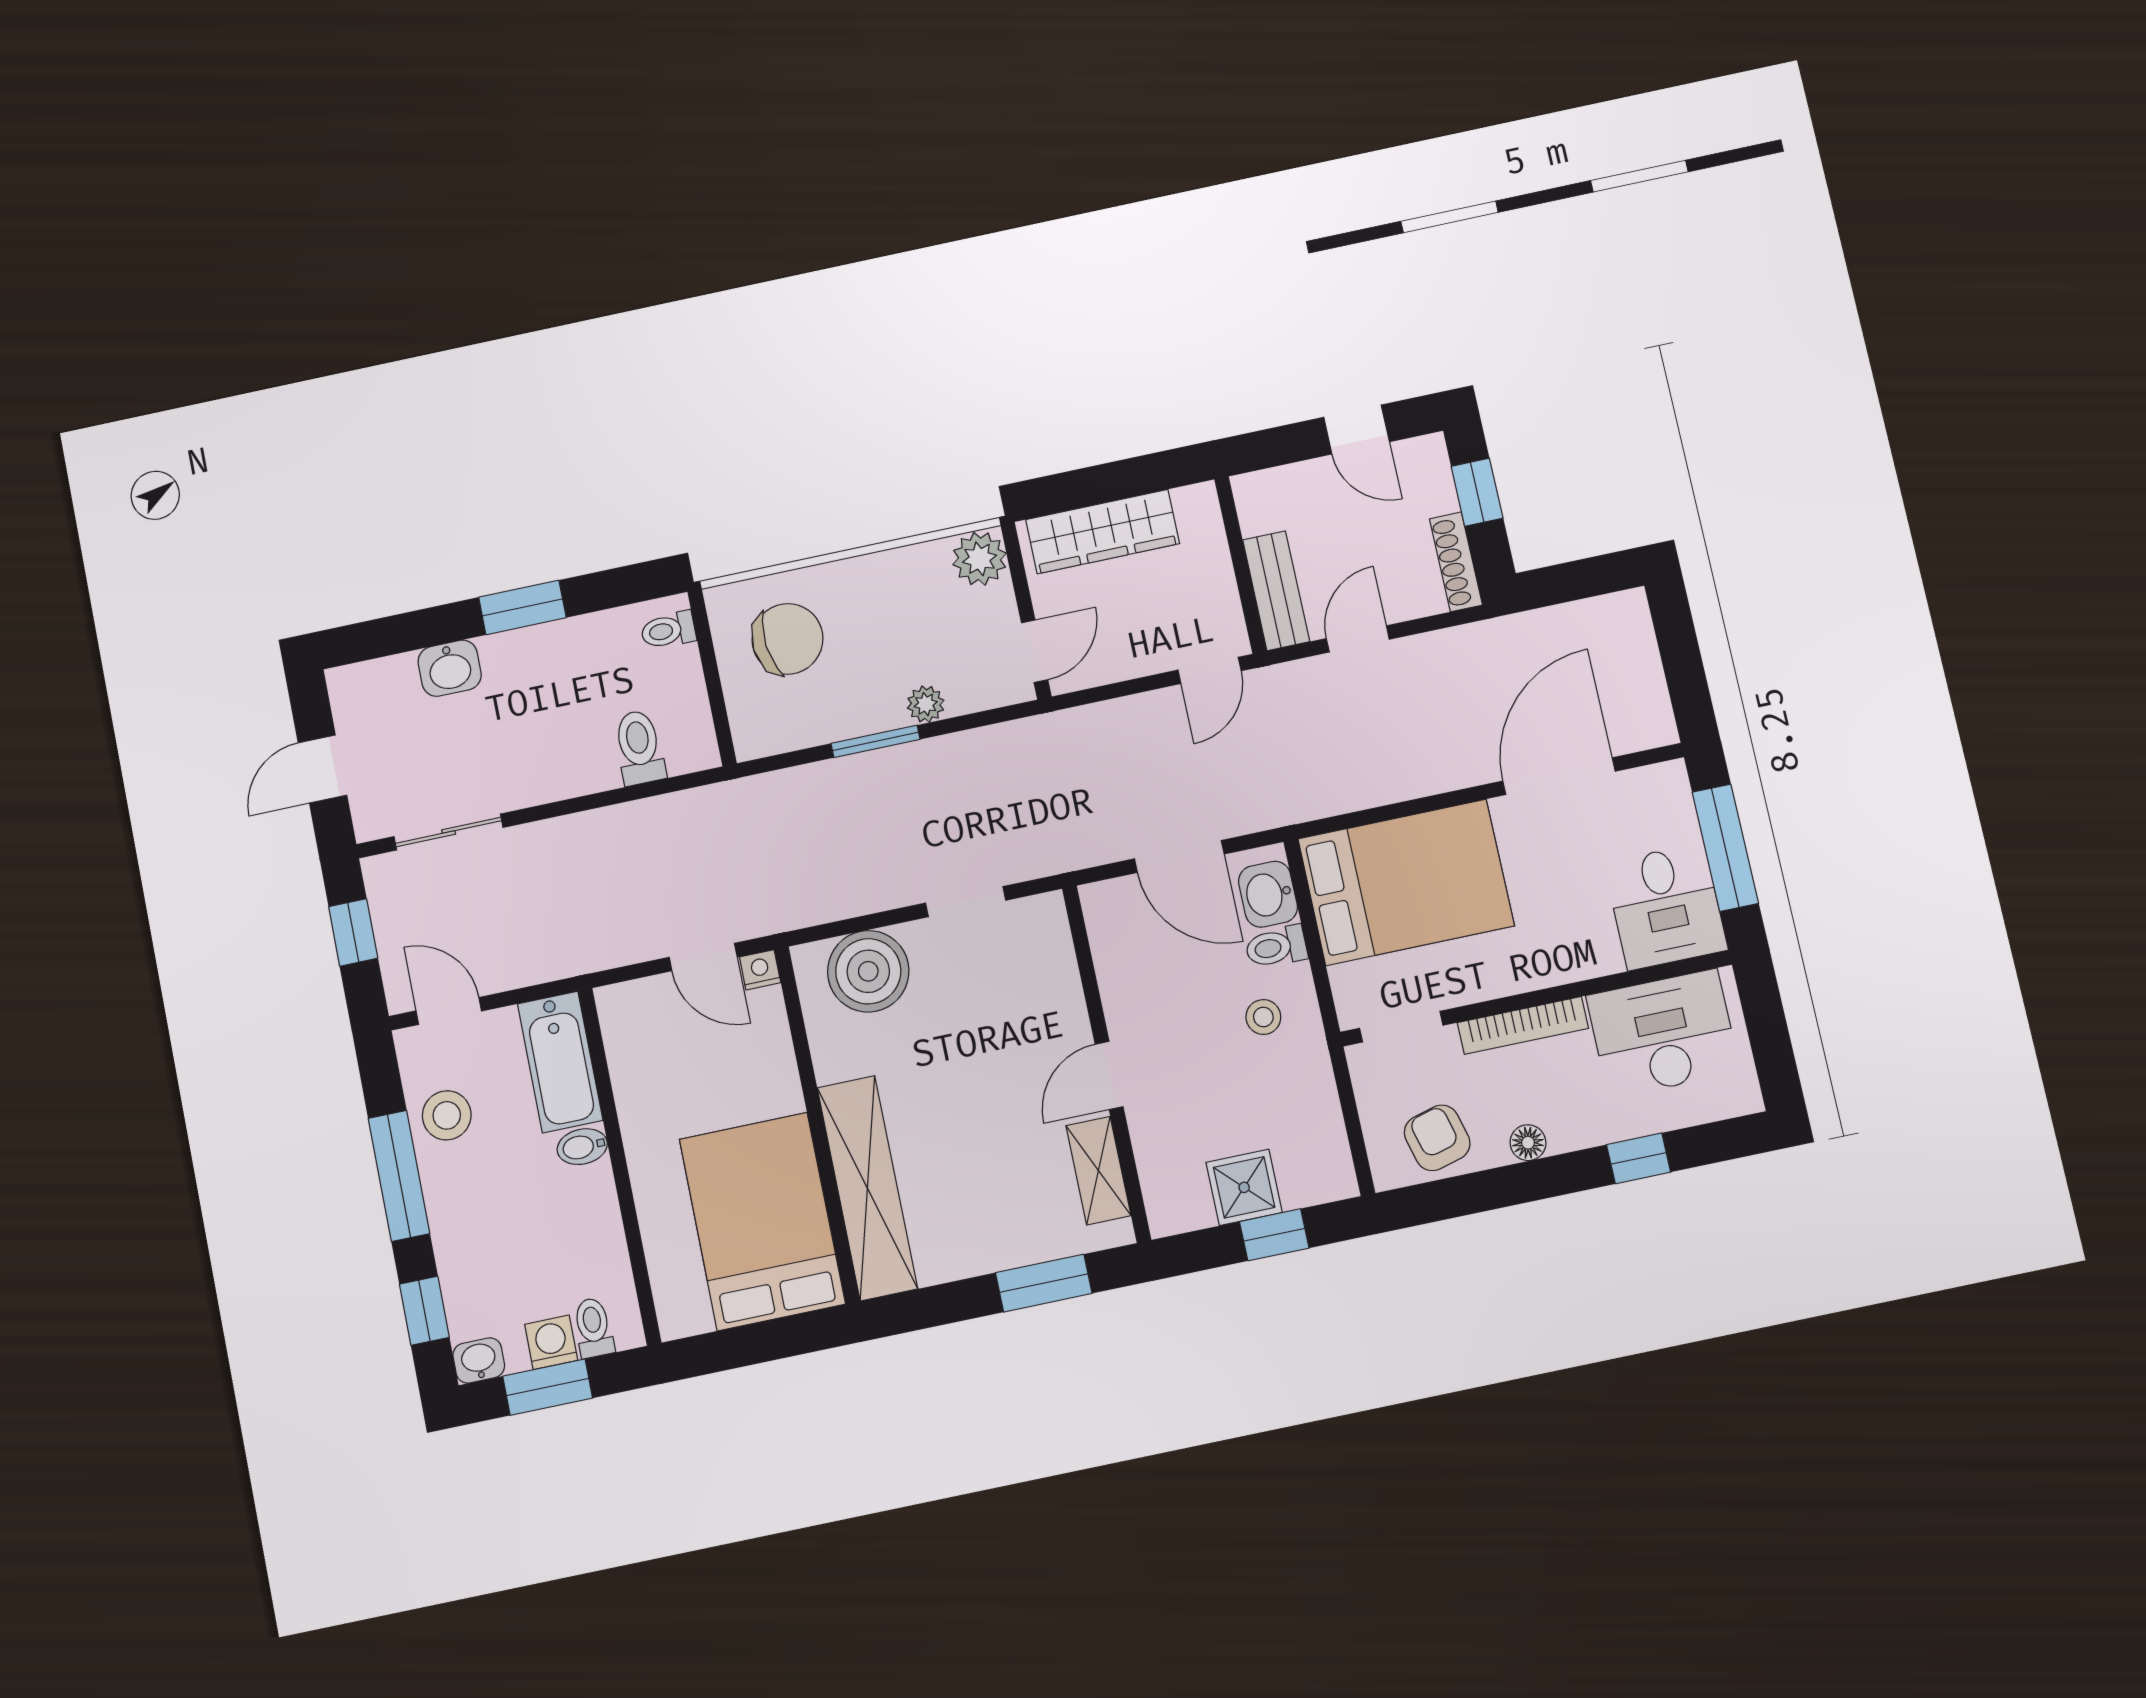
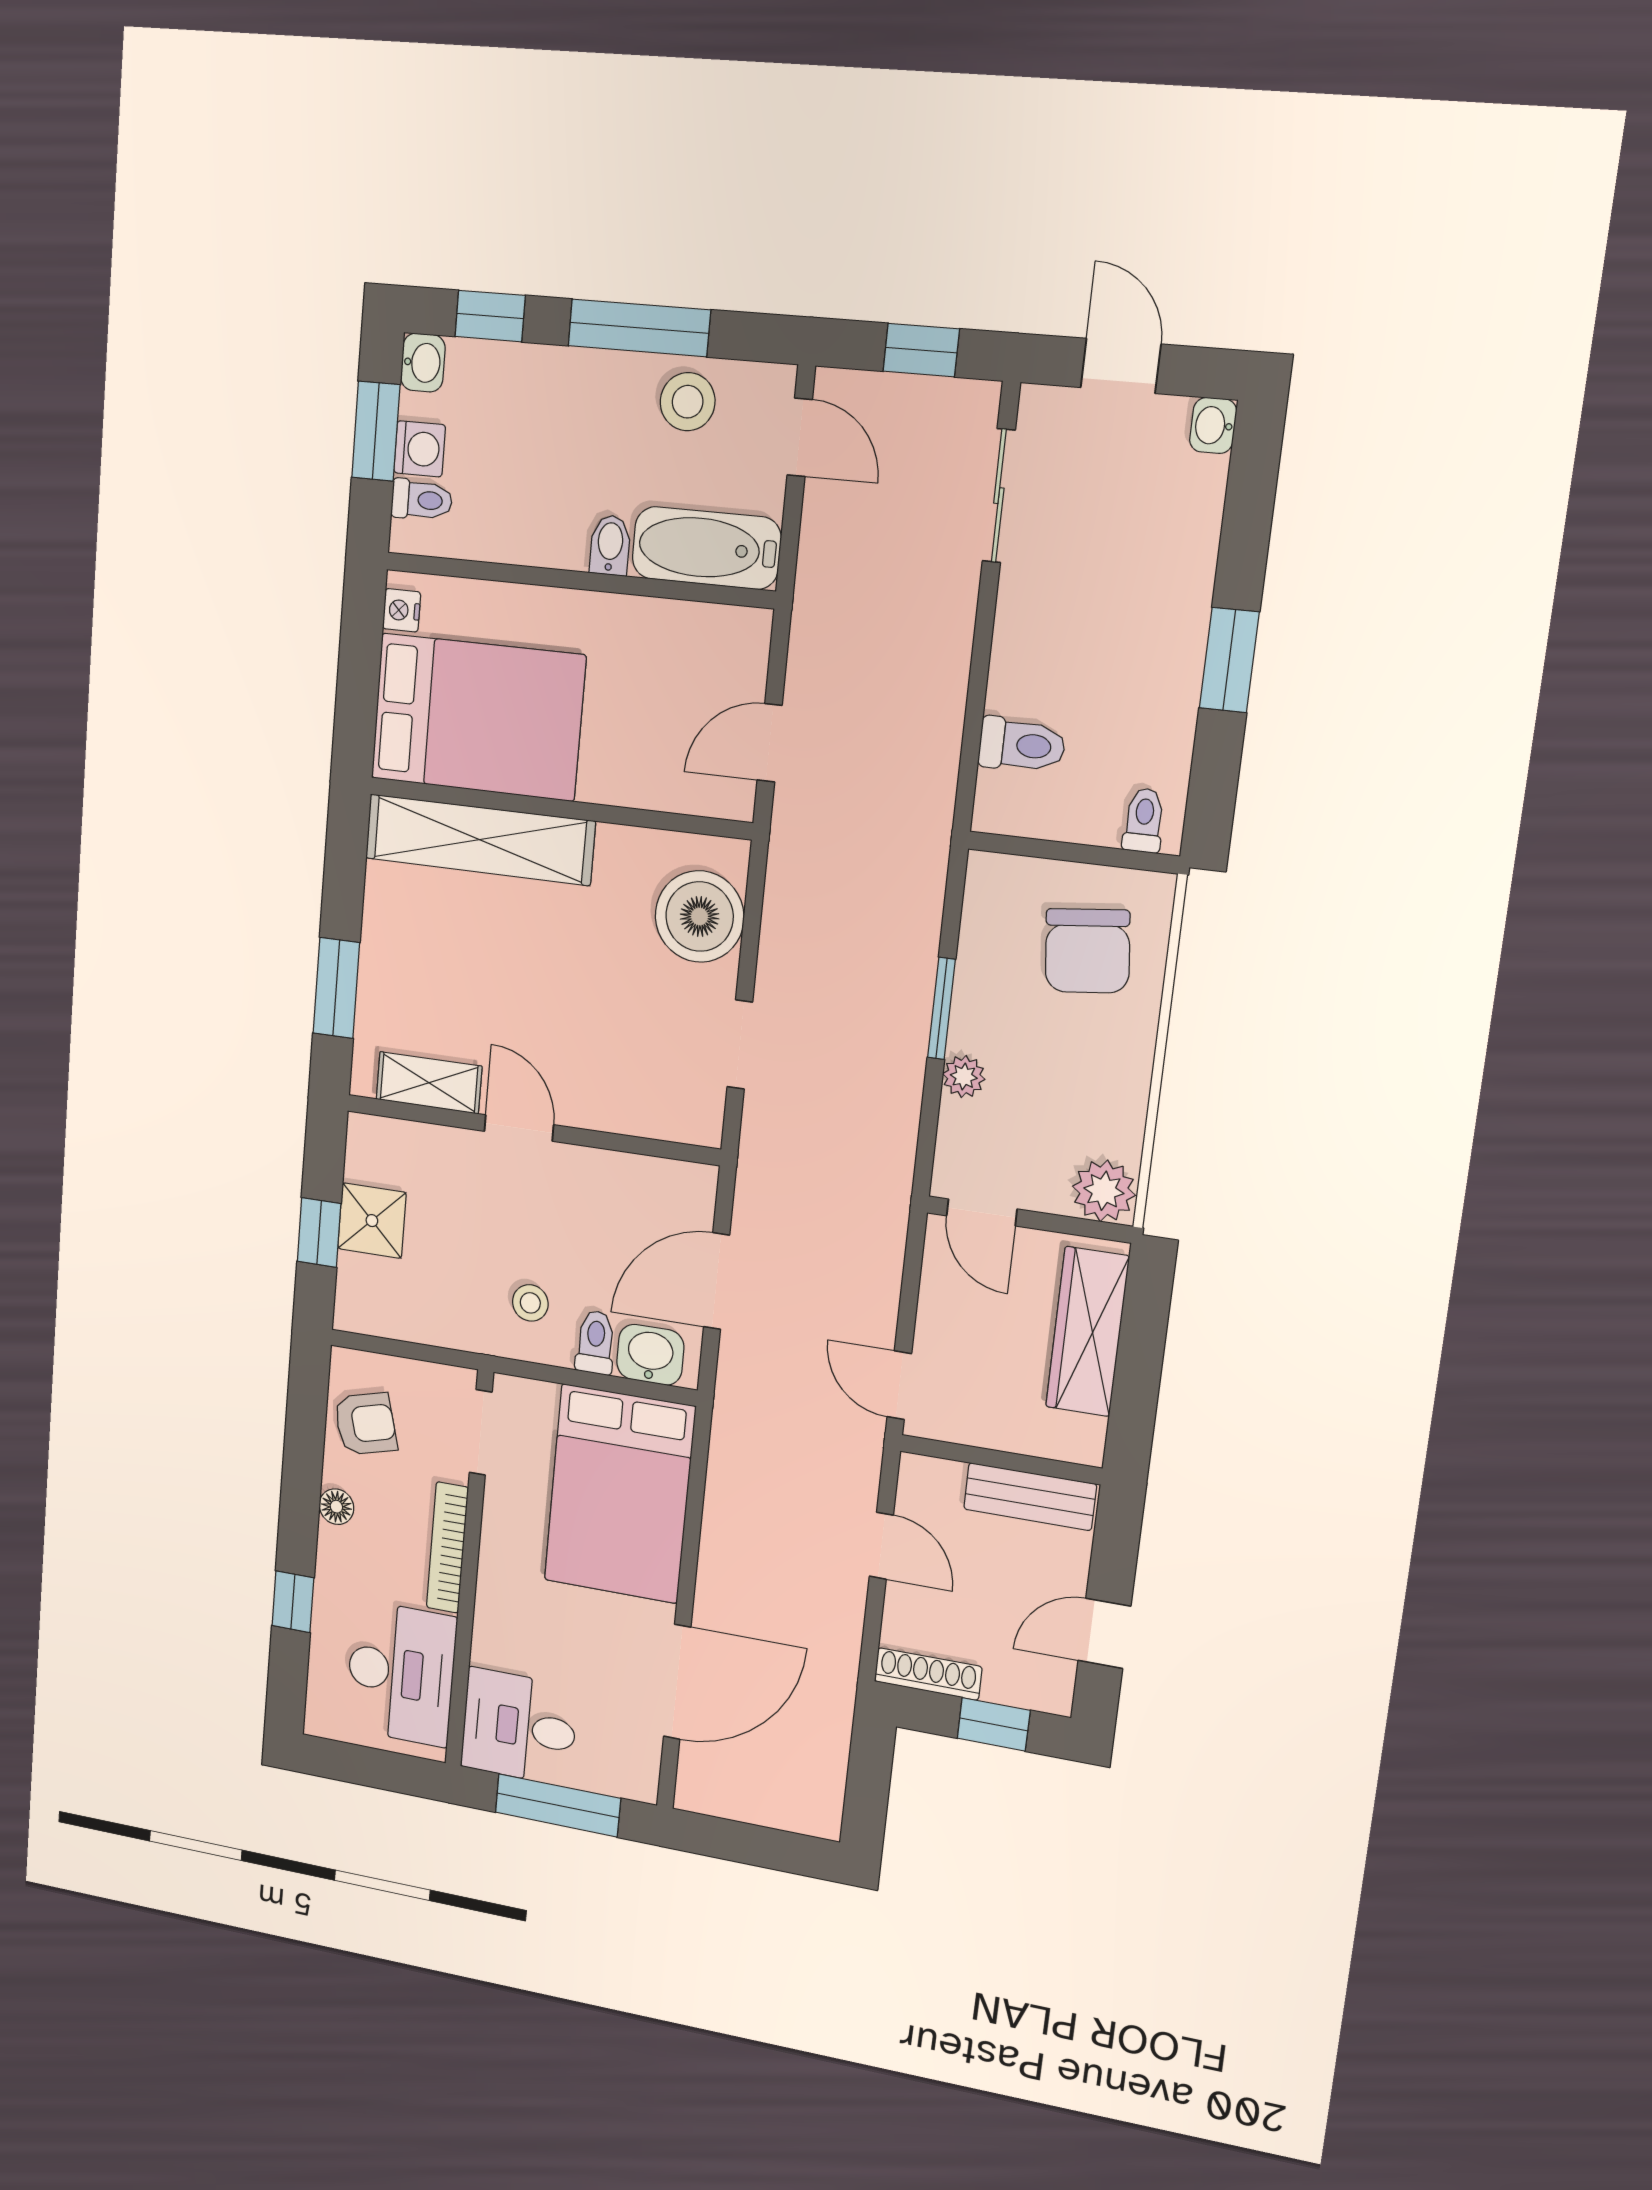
bench: (1276, 591) -> (1030, 1497), moved
washbasin: (450, 668) -> (1213, 426), moved, width x0.72, depth x0.69
door: (1559, 776) -> (677, 1682), hinge flipped
nightstand: (760, 970) -> (402, 610), moved, turned 180
door: (449, 1011) -> (800, 437), hinge flipped

